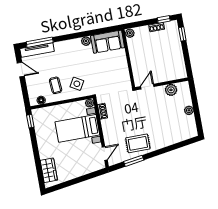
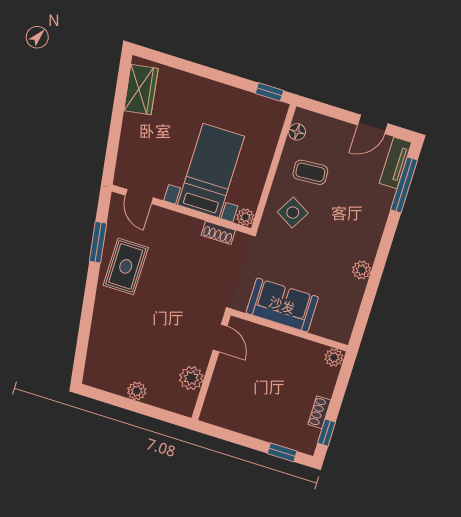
sofa: (108, 42) -> (282, 305), moved, turned 90
tv unit: (37, 50) -> (395, 163), width x0.71
wardrobe: (49, 170) -> (141, 90), moved, turned -99

